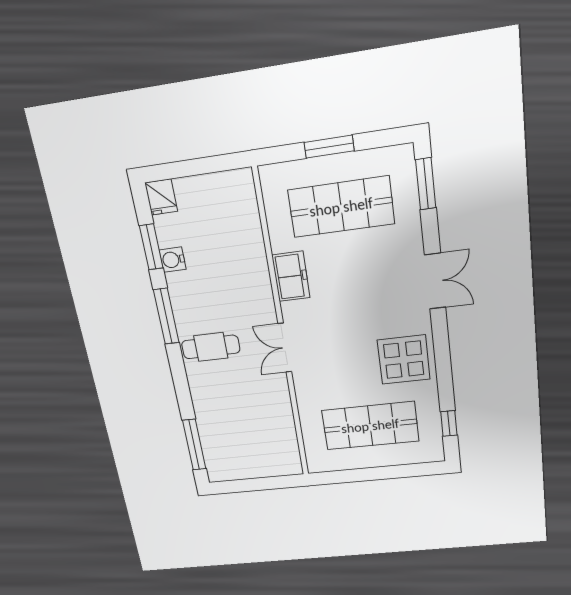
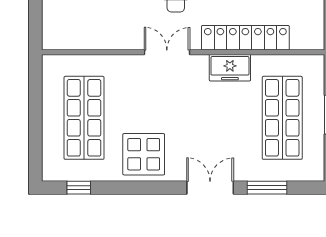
window: (426, 184) -> (267, 188), moved
locker: (254, 263) -> (245, 38), added
double door: (435, 281) -> (210, 188), swing flipped

